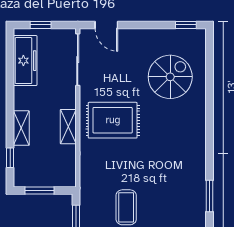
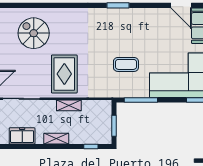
freezer: (25, 61) -> (22, 136), width x0.71
shelving: (21, 128) -> (56, 139), moved

